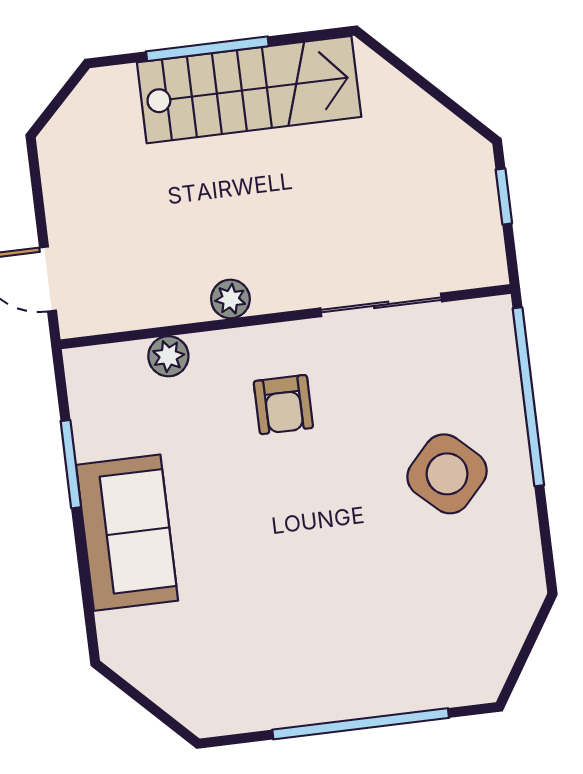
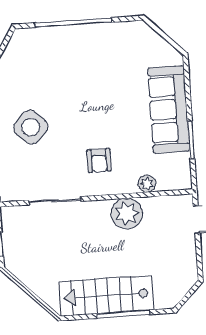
plant: (230, 299) -> (127, 213), width x1.88, depth x1.88
armchair: (283, 405) -> (99, 161), turned 180
sofa: (127, 533) -> (169, 109), width x1.36

